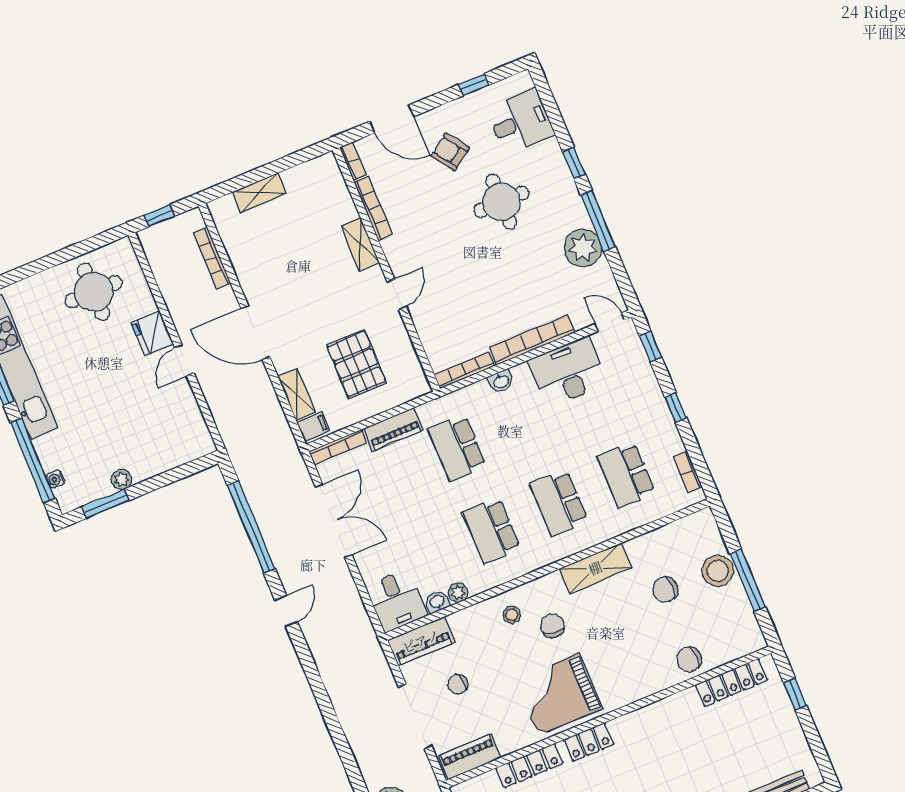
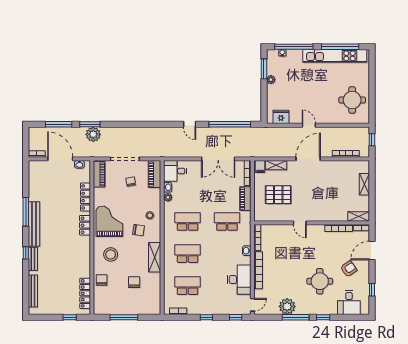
shelving: (360, 244) -> (359, 216), moved
fridge: (152, 333) -> (281, 117), moved
stool: (718, 571) -> (111, 254), moved

